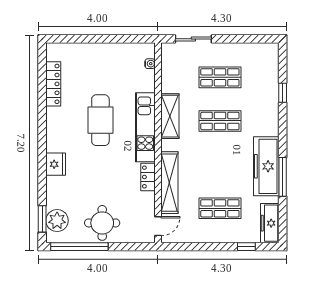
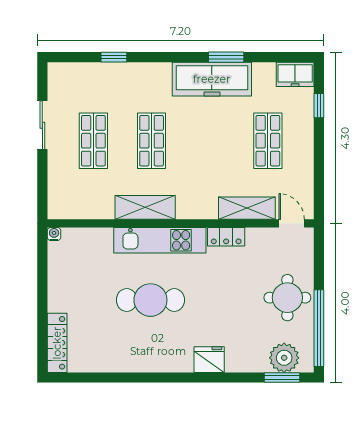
sliding door: (193, 39) -> (42, 125), moved
water cooler: (150, 64) -> (54, 234), moved
locker: (53, 84) -> (57, 343), moved, turned 90
window: (283, 177) -> (226, 57), width x0.69
shelving: (169, 183) -> (247, 208), width x0.68
freezer: (270, 223) -> (295, 74), width x0.71

